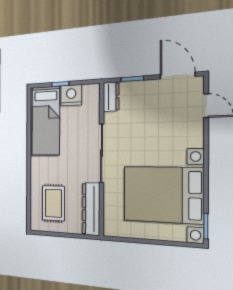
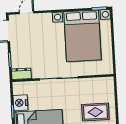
dresser: (91, 209) -> (96, 84), removed

